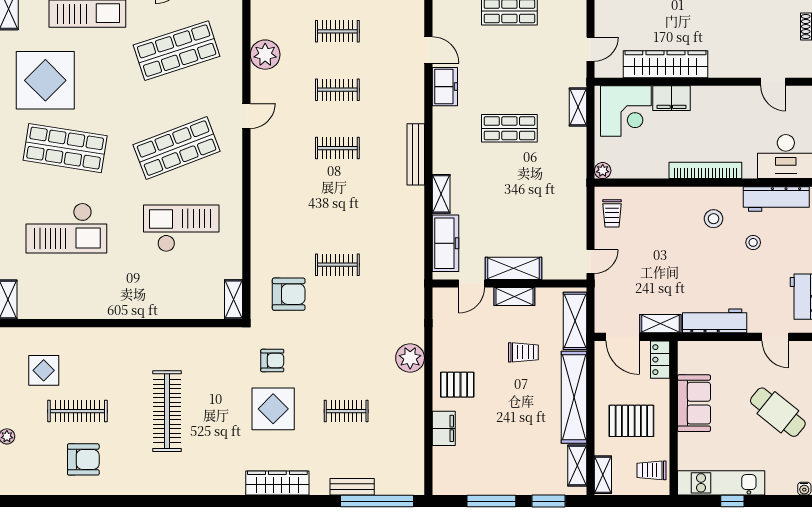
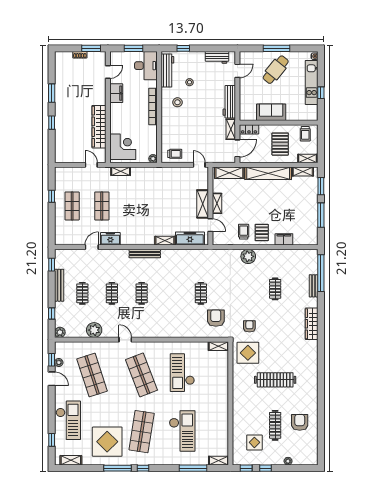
filing cabinet: (671, 98) -> (116, 93), moved
shop shelf: (509, 128) -> (102, 206), moved
trolley: (523, 352) -> (244, 232), moved
display table: (273, 409) -> (248, 353), moved
kitchen unit: (721, 483) -> (312, 82), moved

